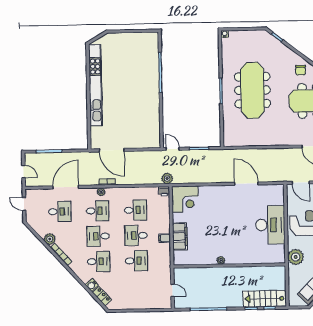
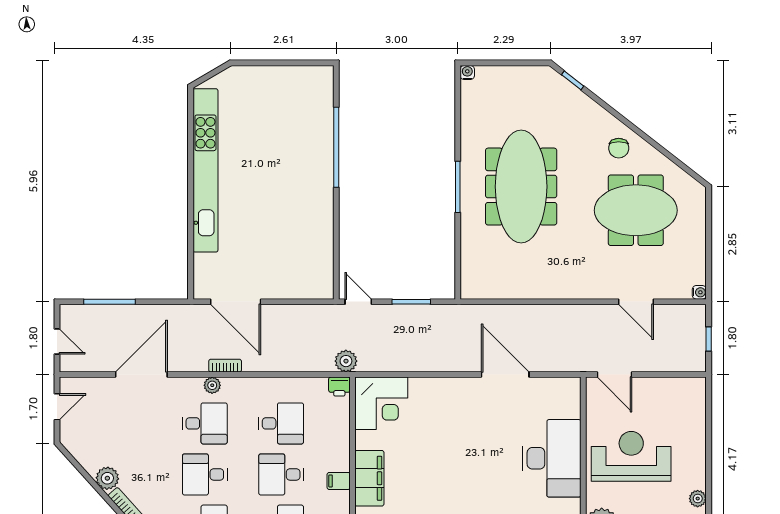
door: (24, 204) -> (57, 407), swing flipped
desk: (60, 212) -> (128, 423), removed

